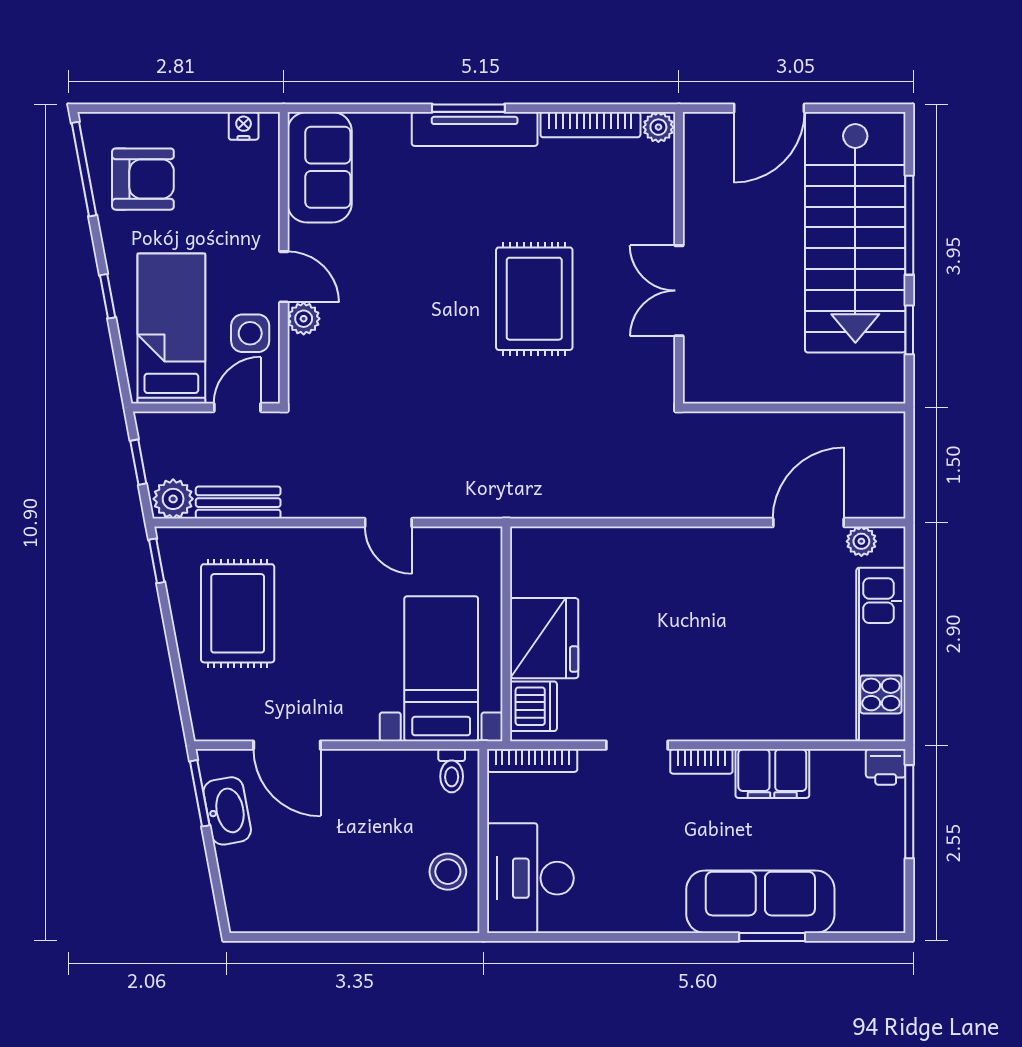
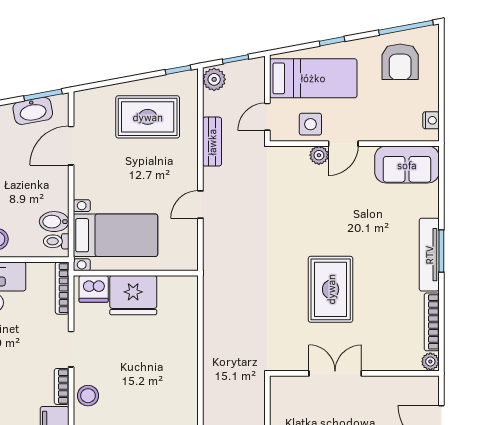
rug: (534, 299) -> (331, 289), turned 90
door: (237, 407) -> (267, 117), swing flipped
bench: (238, 503) -> (212, 142), moved
stool: (717, 716) -> (88, 396), added
bidet: (418, 774) -> (54, 222), added

